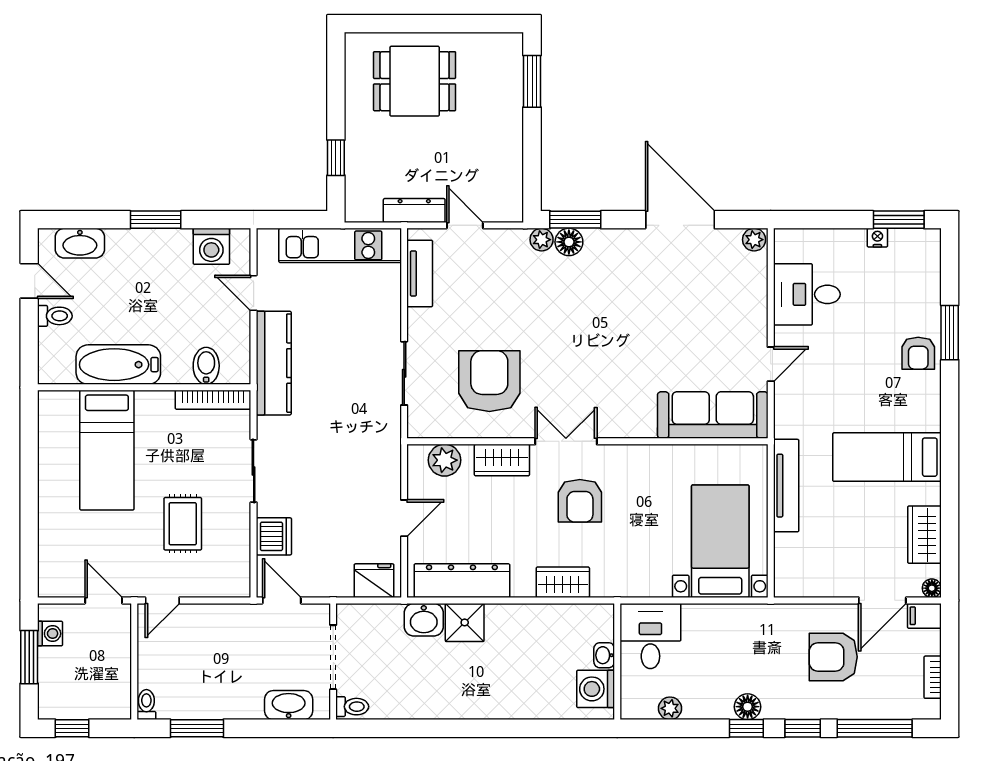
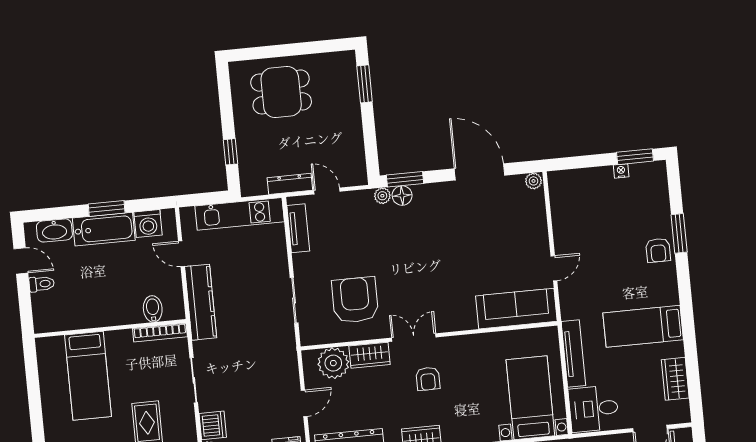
desk: (807, 294) -> (594, 409), moved
bathtub: (118, 365) -> (104, 229), moved, turned 180
plant: (444, 460) -> (333, 363), width x1.36, depth x1.36
armchair: (580, 501) -> (428, 379), width x0.72, depth x0.72
floor lamp: (932, 588) -> (684, 416), removed

